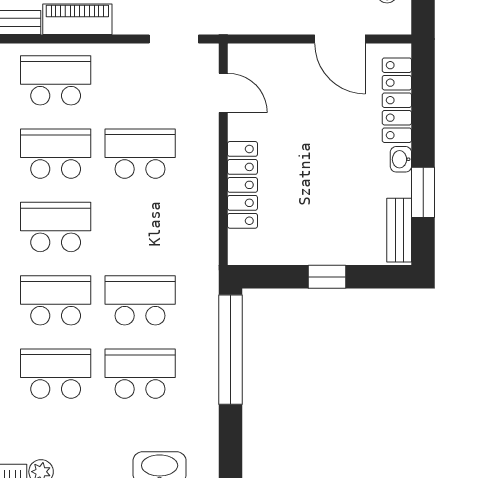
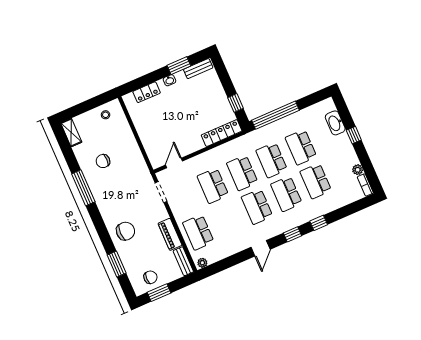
door: (340, 39) -> (132, 126), removed
locker: (397, 100) -> (147, 92), width x0.66
school desk: (56, 154) -> (242, 173), moved
locker: (242, 185) -> (222, 133), moved
window: (327, 277) -> (235, 103), moved

